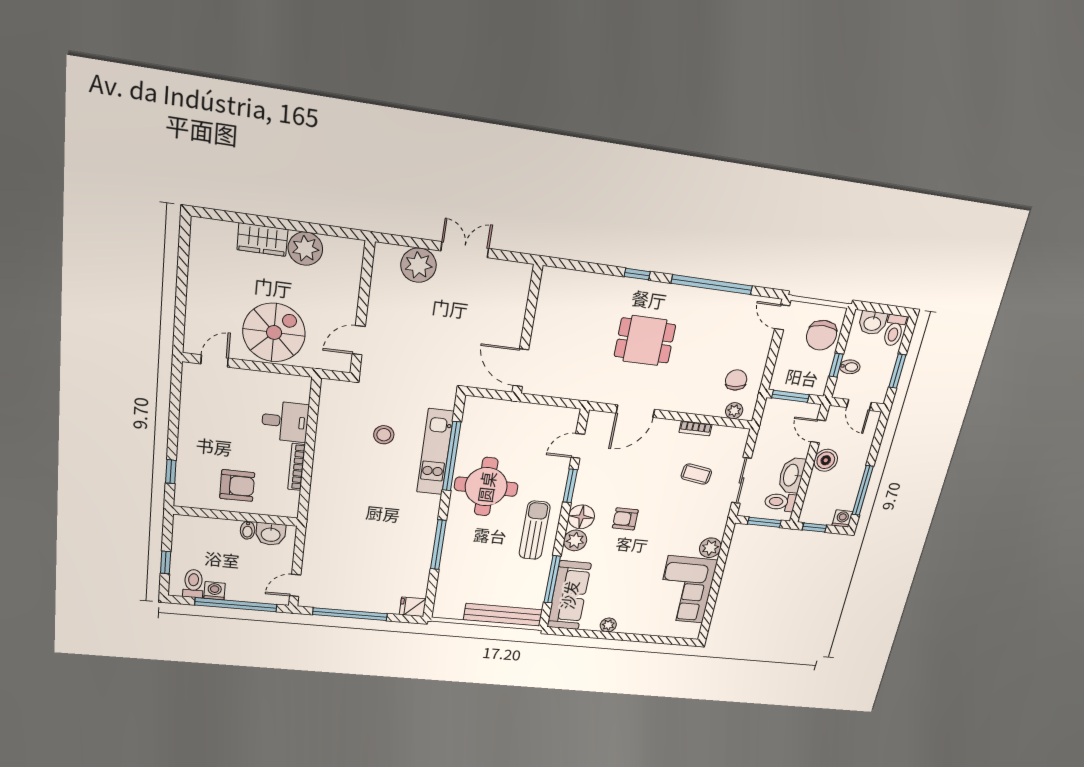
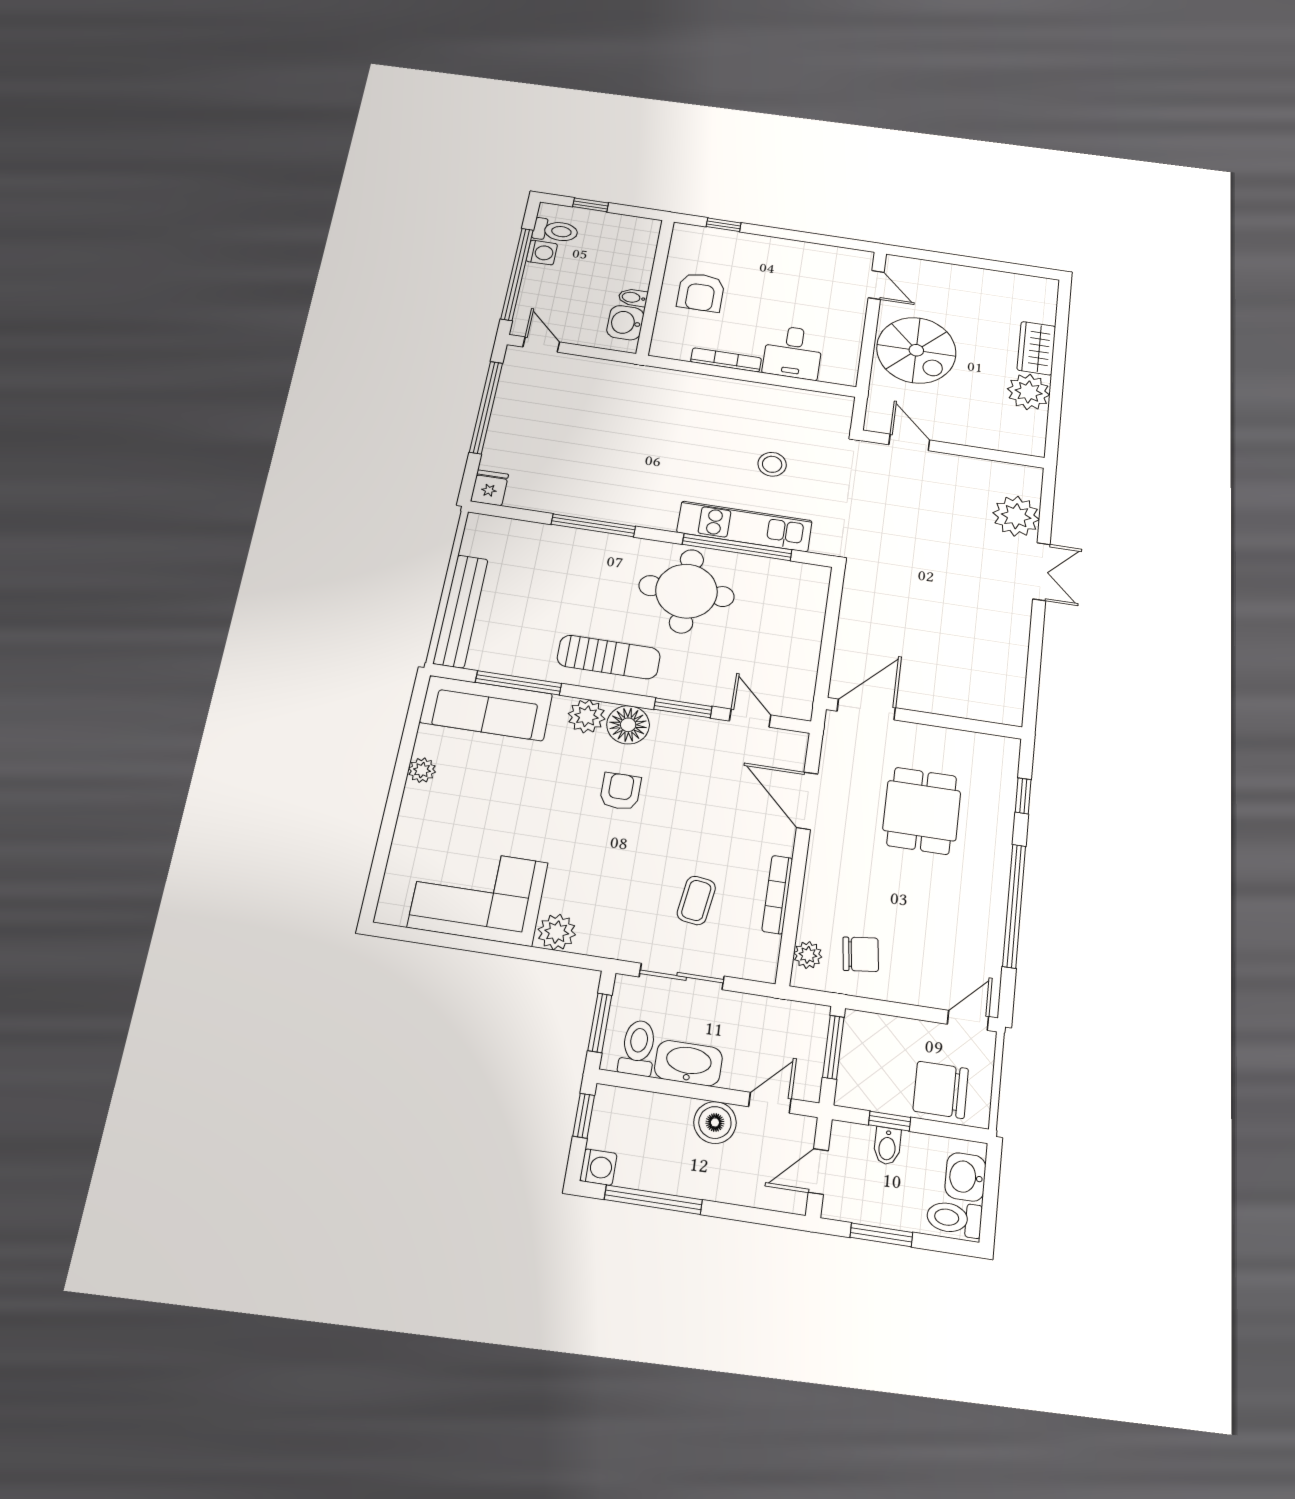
wall: (527, 330) -> (924, 718), moved
door: (521, 368) -> (866, 709), moved
bookcase: (695, 428) -> (777, 895), width x1.56

